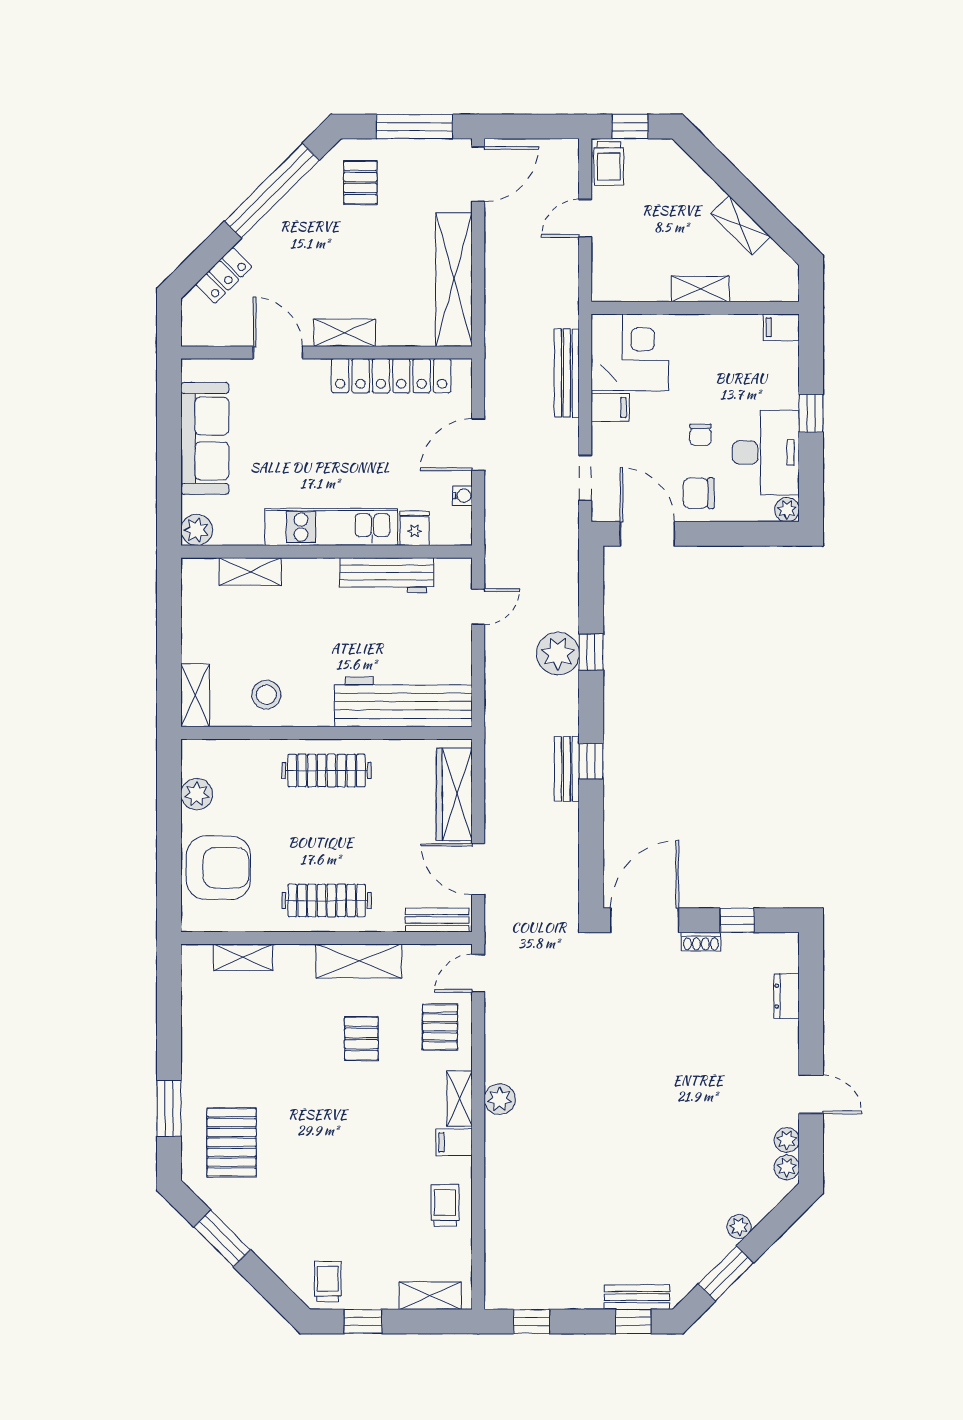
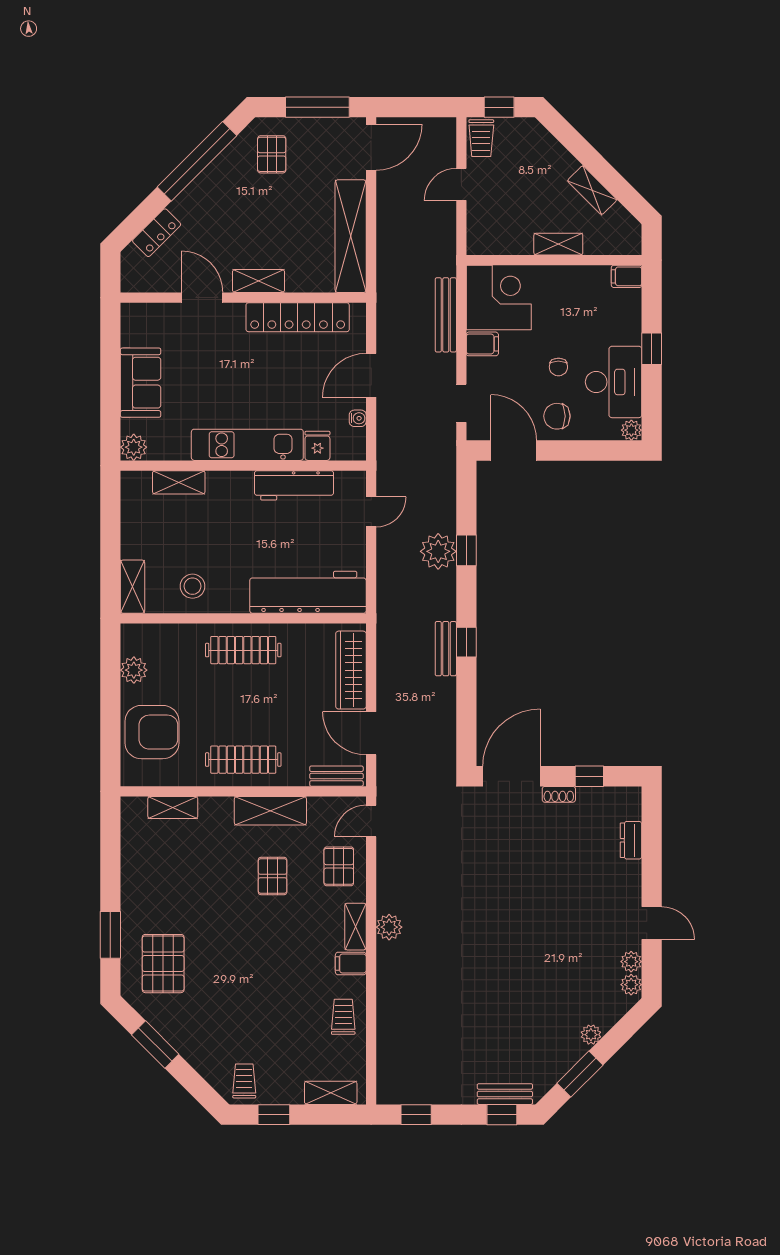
sofa: (205, 438) -> (141, 383), width x0.73

